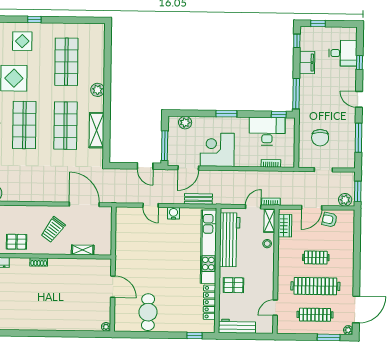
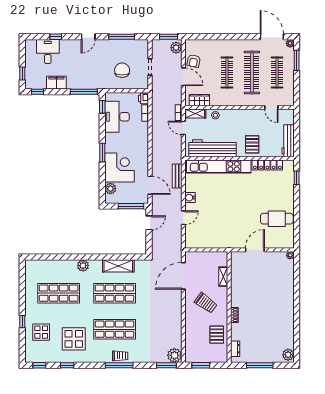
chair: (320, 138) -> (122, 70), turned -90
corner desk: (217, 150) -> (119, 167), moved, turned 180
printer: (288, 162) -> (144, 98), added
clothes rail: (316, 258) -> (227, 73), width x1.36

